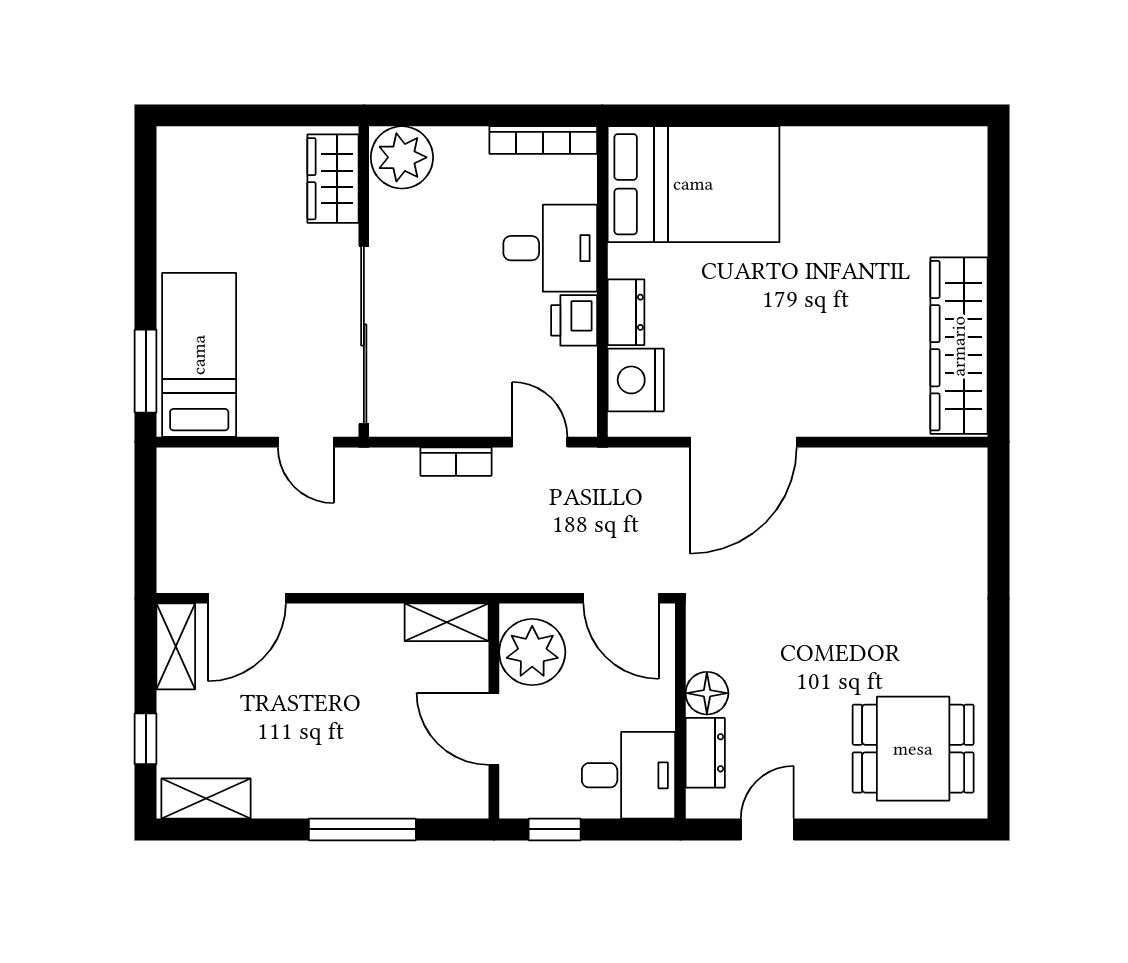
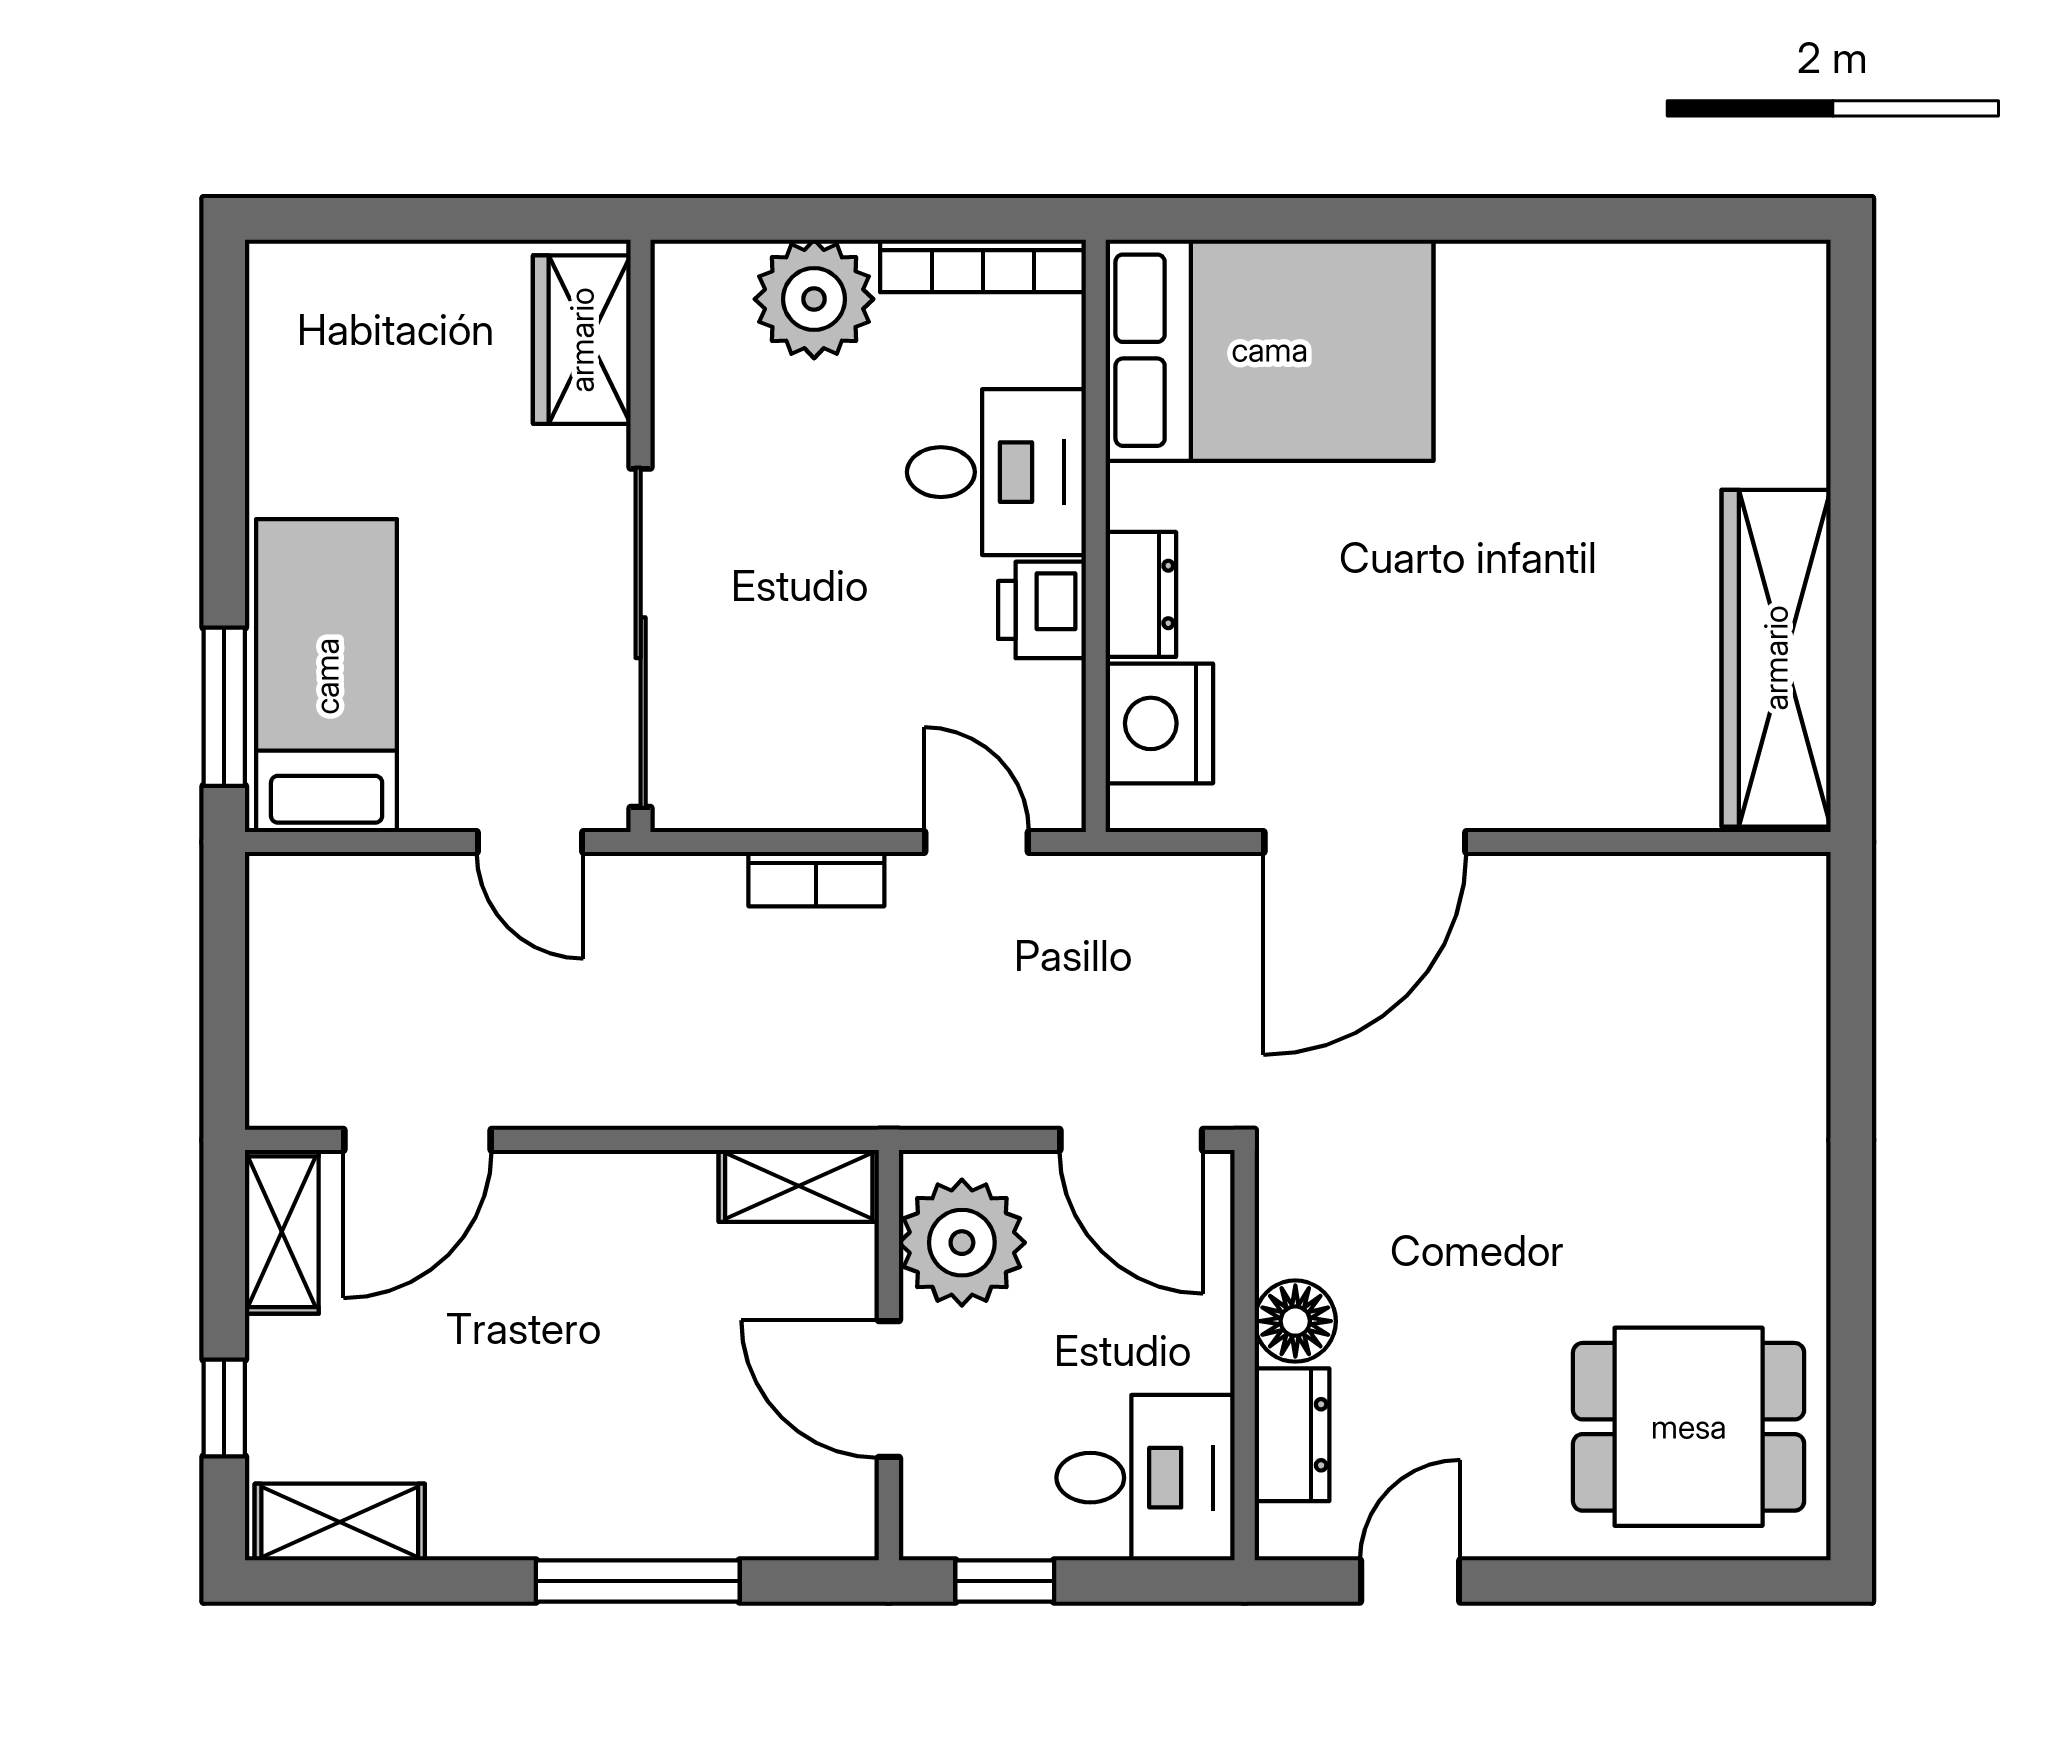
plant: (402, 157) -> (814, 299), moved

